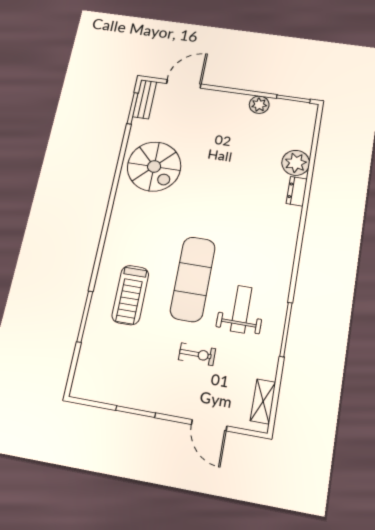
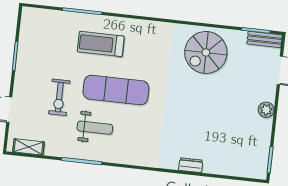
plant: (259, 105) -> (266, 110), moved
plant: (296, 163) -> (214, 164), removed
exercise bike: (197, 354) -> (59, 97), width x1.38, depth x1.39

